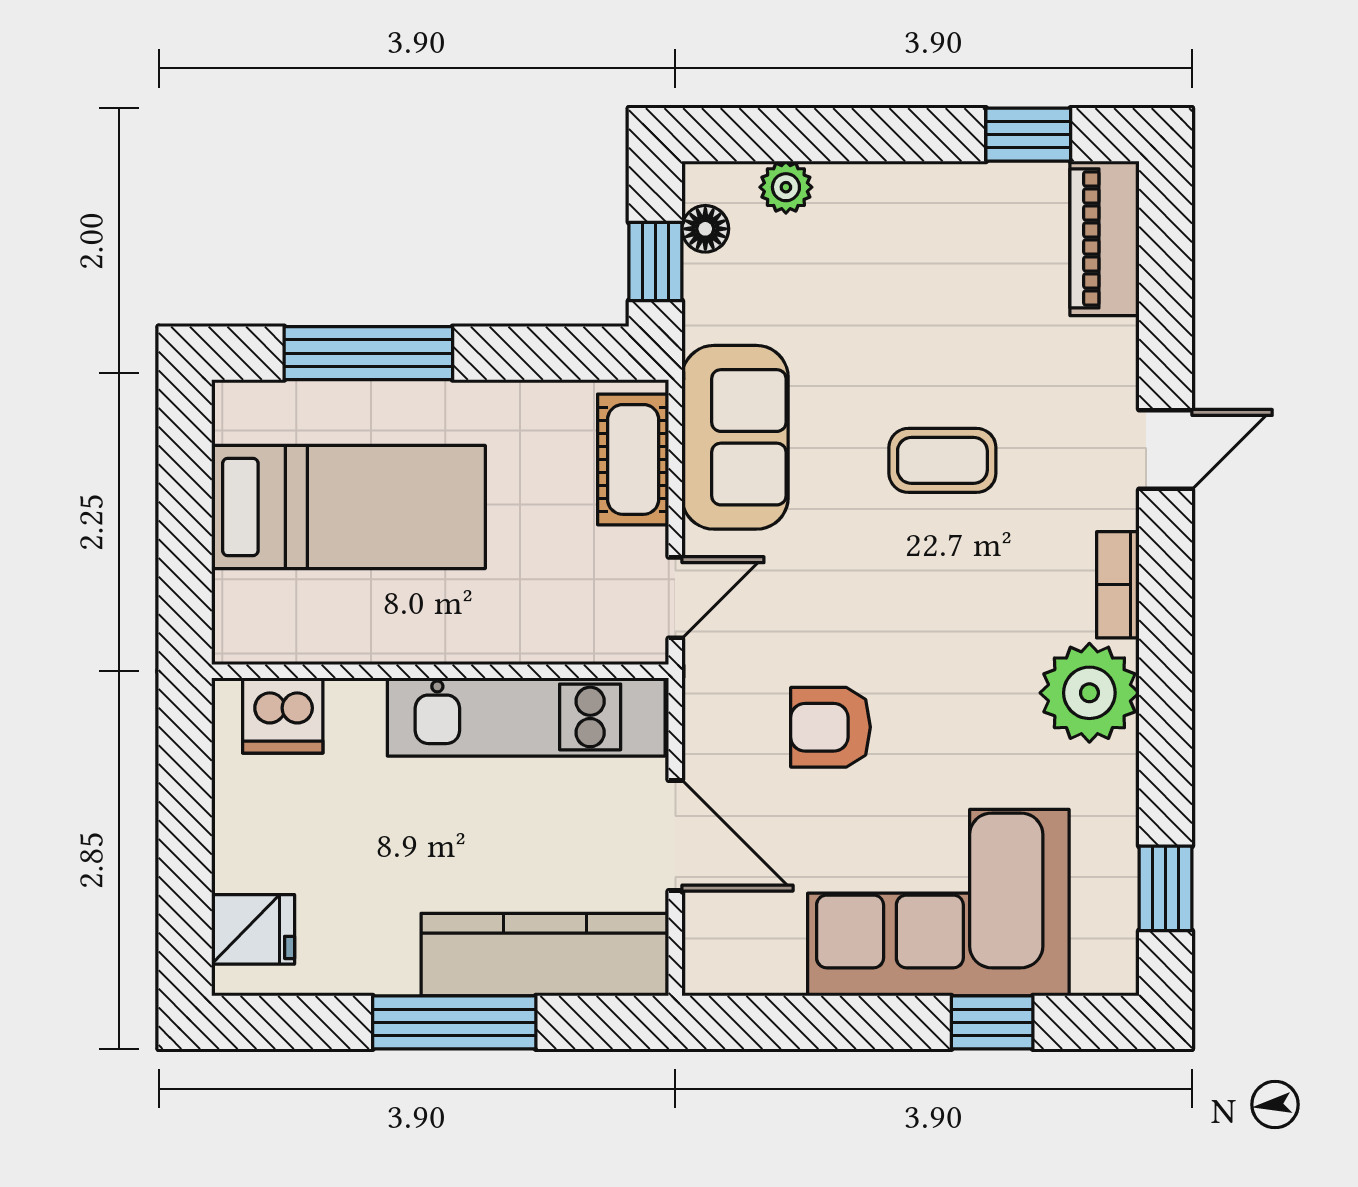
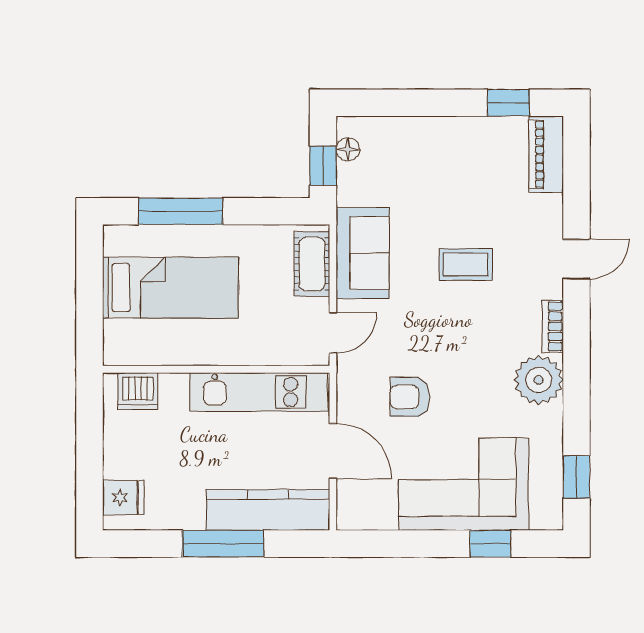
plant: (786, 187) -> (388, 129), removed

